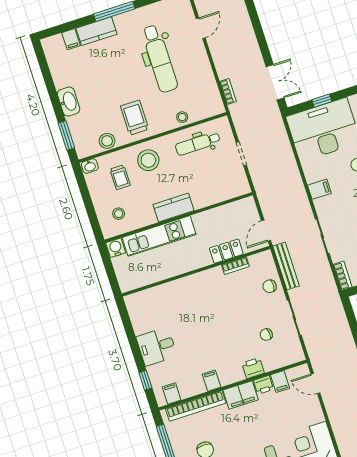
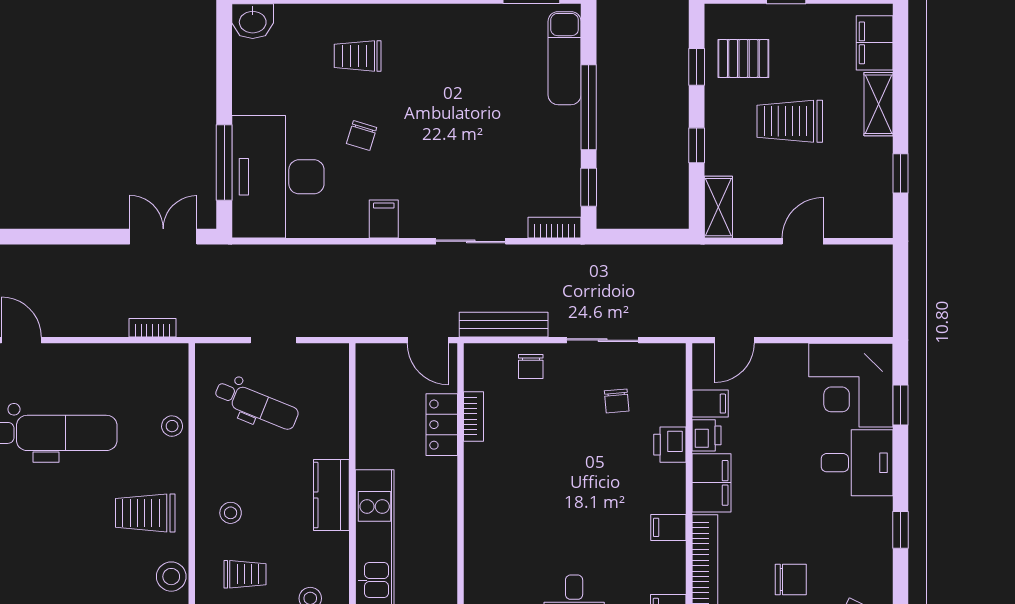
window: (322, 101) -> (224, 163), width x2.17
dental chair: (198, 143) -> (256, 405), moved, turned -68
stool: (148, 160) -> (231, 513), width x0.53, depth x0.53

